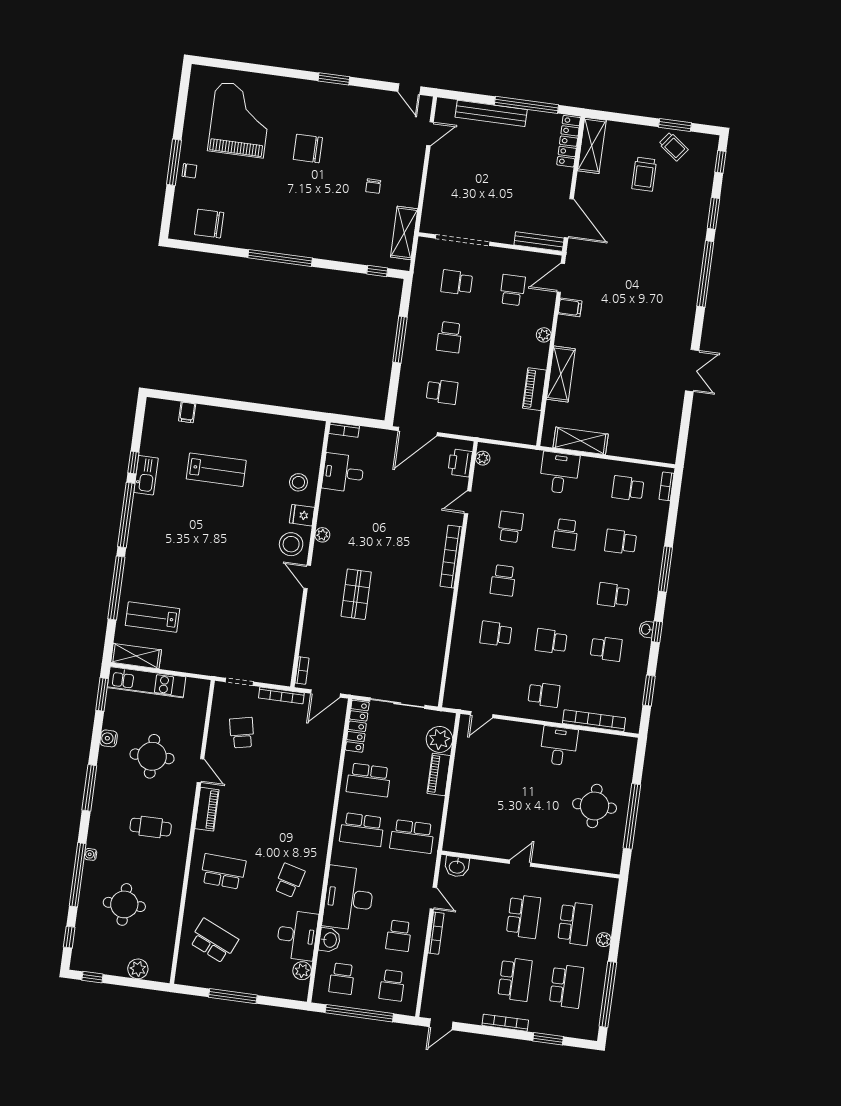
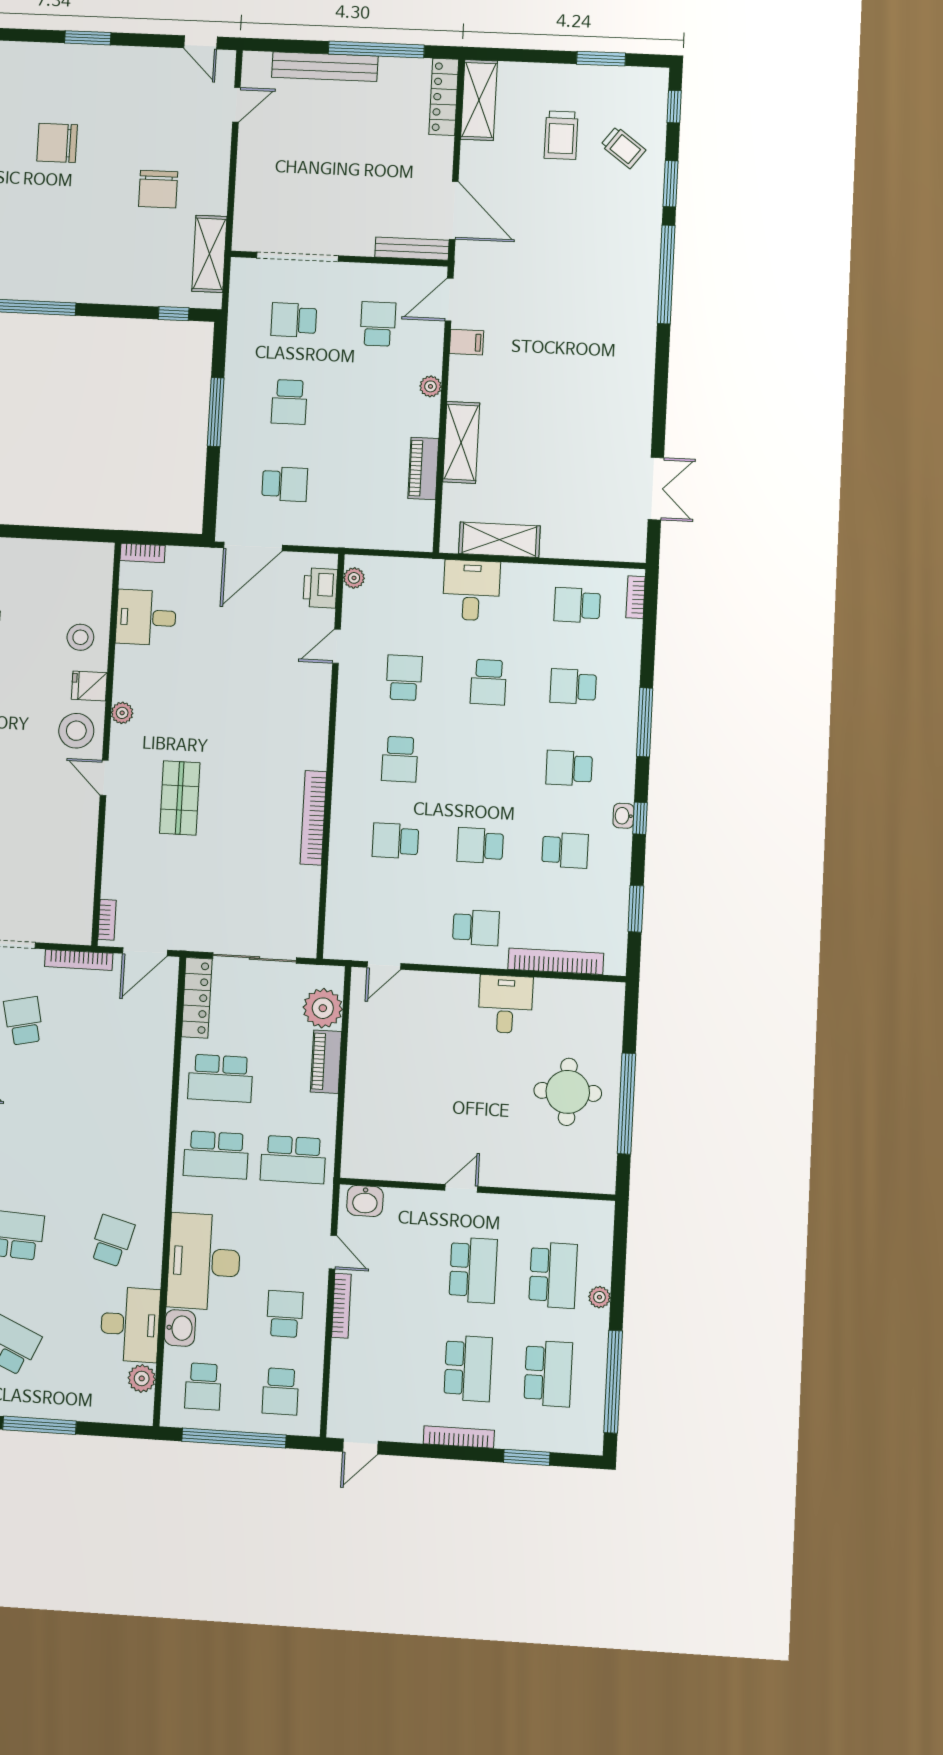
trolley: (673, 147) -> (623, 148), moved
chair: (373, 186) -> (158, 189), width x1.87, depth x1.87
double door: (692, 371) -> (656, 489), moved
bookcase: (451, 557) -> (313, 818), moved
school desk: (399, 936) -> (285, 1314), turned 180

